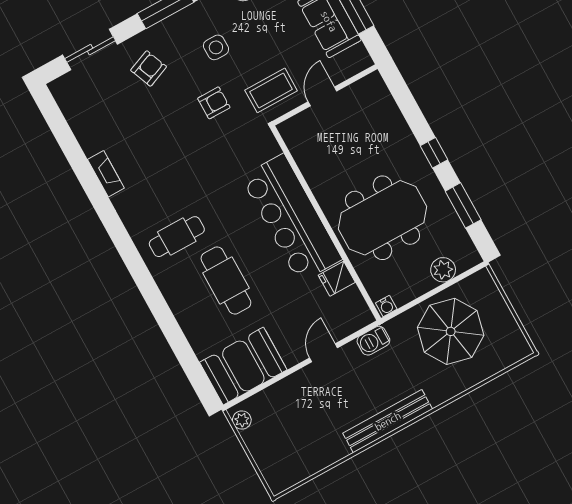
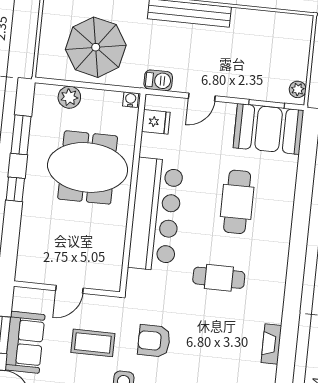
coffee table: (271, 90) -> (93, 343), moved
armchair: (214, 103) -> (154, 341), width x1.38, depth x1.38
cafe table: (177, 237) -> (219, 278), moved
fridge: (337, 279) -> (156, 122), moved
window: (261, 387) -> (267, 104), added

